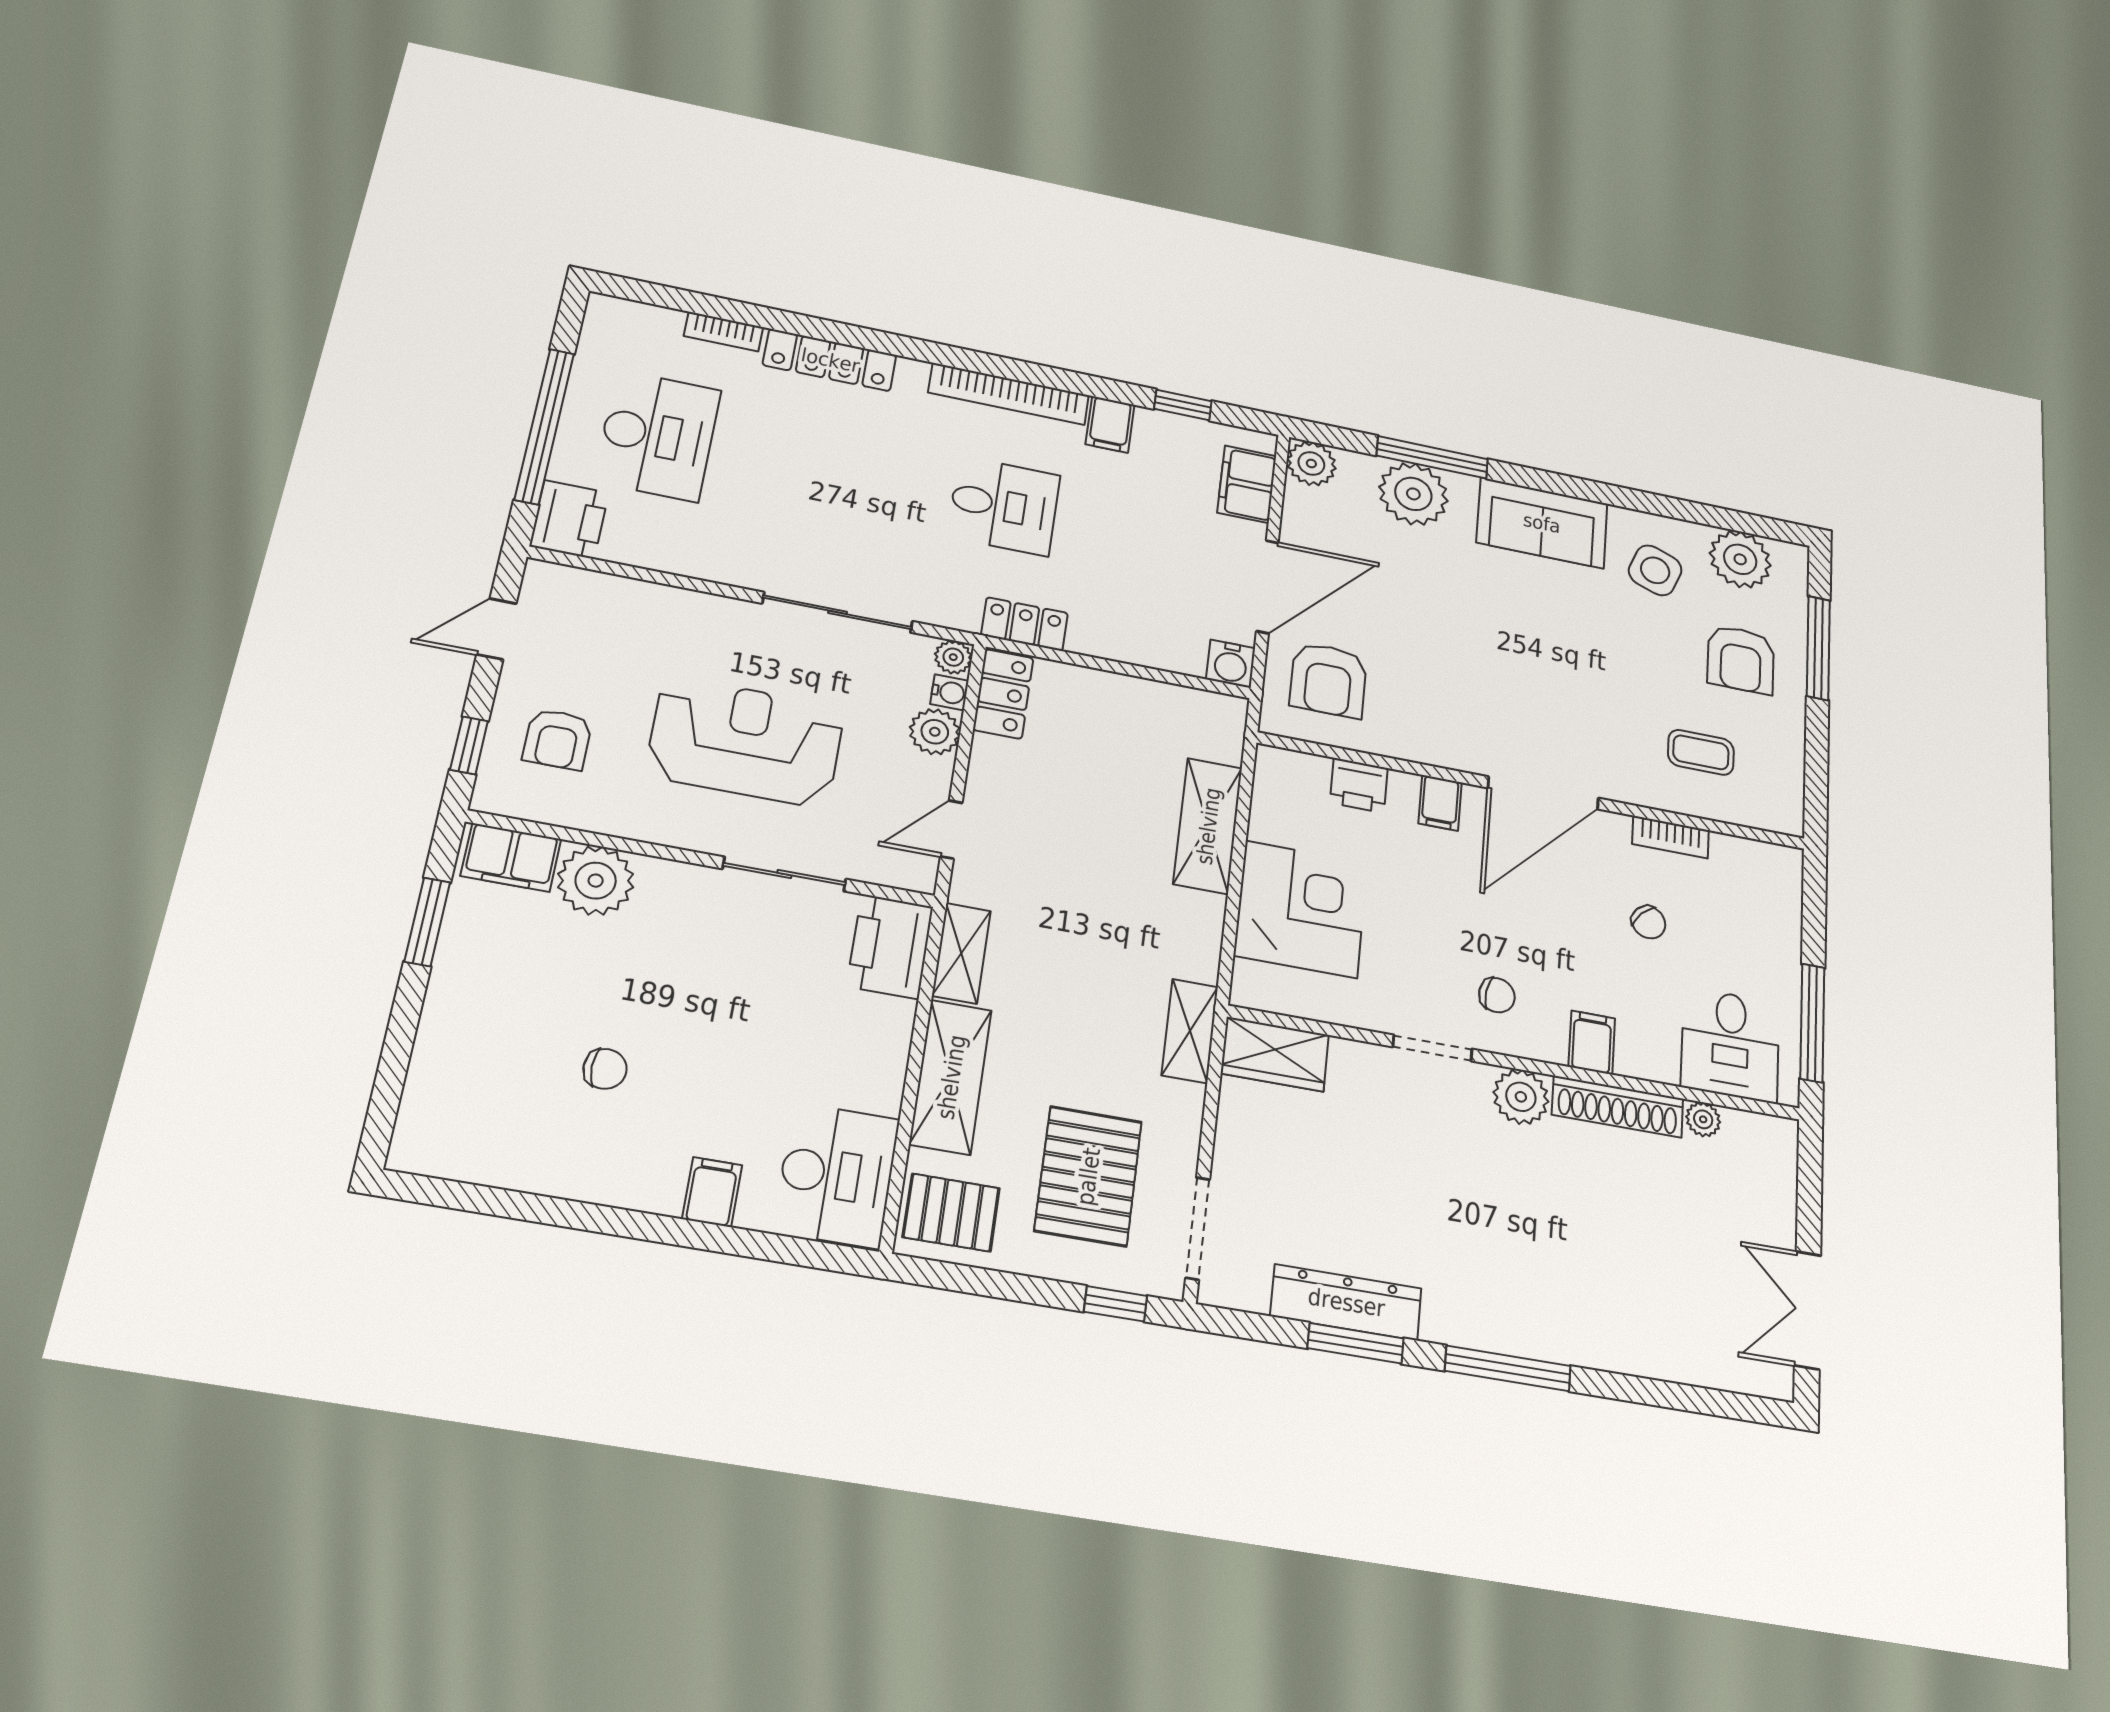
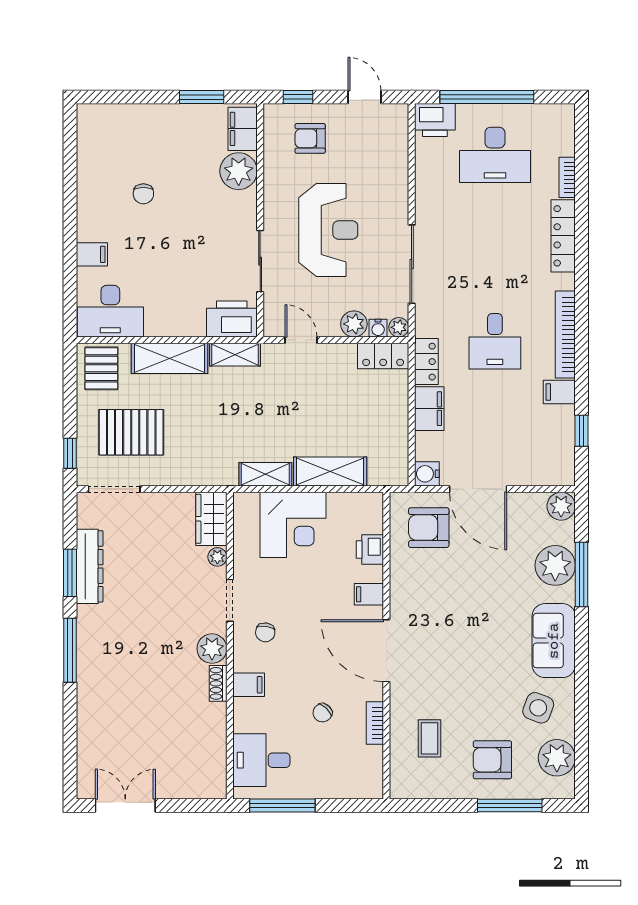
filing cabinet: (1247, 484) -> (429, 409), moved, turned 90
shelving: (1190, 1031) -> (265, 474), moved
shoe rack: (1618, 1107) -> (218, 683), width x0.51, depth x0.81
plant: (1703, 1119) -> (217, 557), moved

